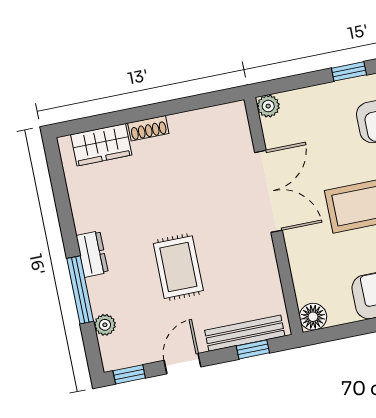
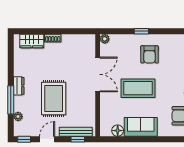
rug: (178, 267) -> (54, 99), width x1.36, depth x1.43
floor lamp: (313, 317) -> (118, 131), moved

